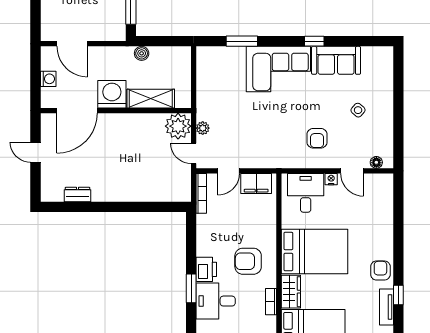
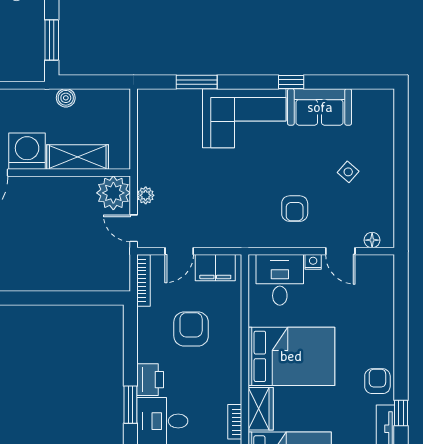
armchair: (248, 261) -> (191, 329), moved, turned 90

